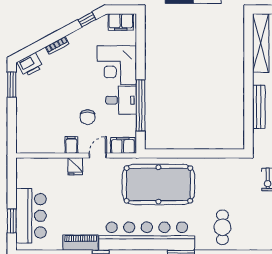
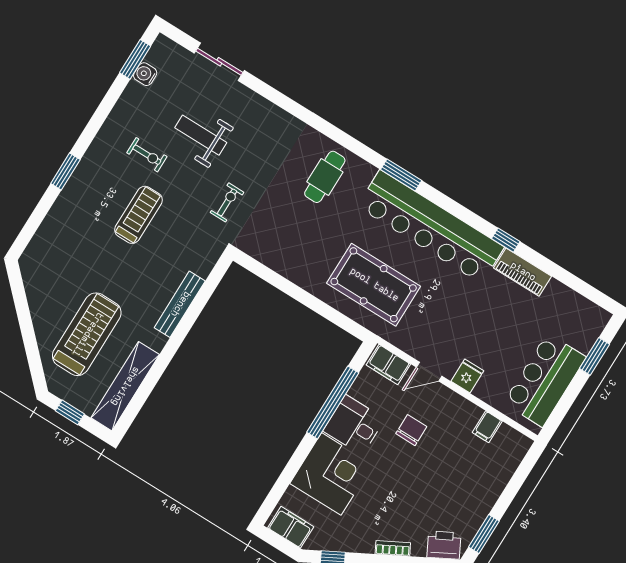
filing cabinet: (71, 145) -> (487, 427), moved
pool table: (158, 184) -> (374, 285), width x0.73, depth x0.76
bar counter: (31, 216) -> (545, 380), moved

